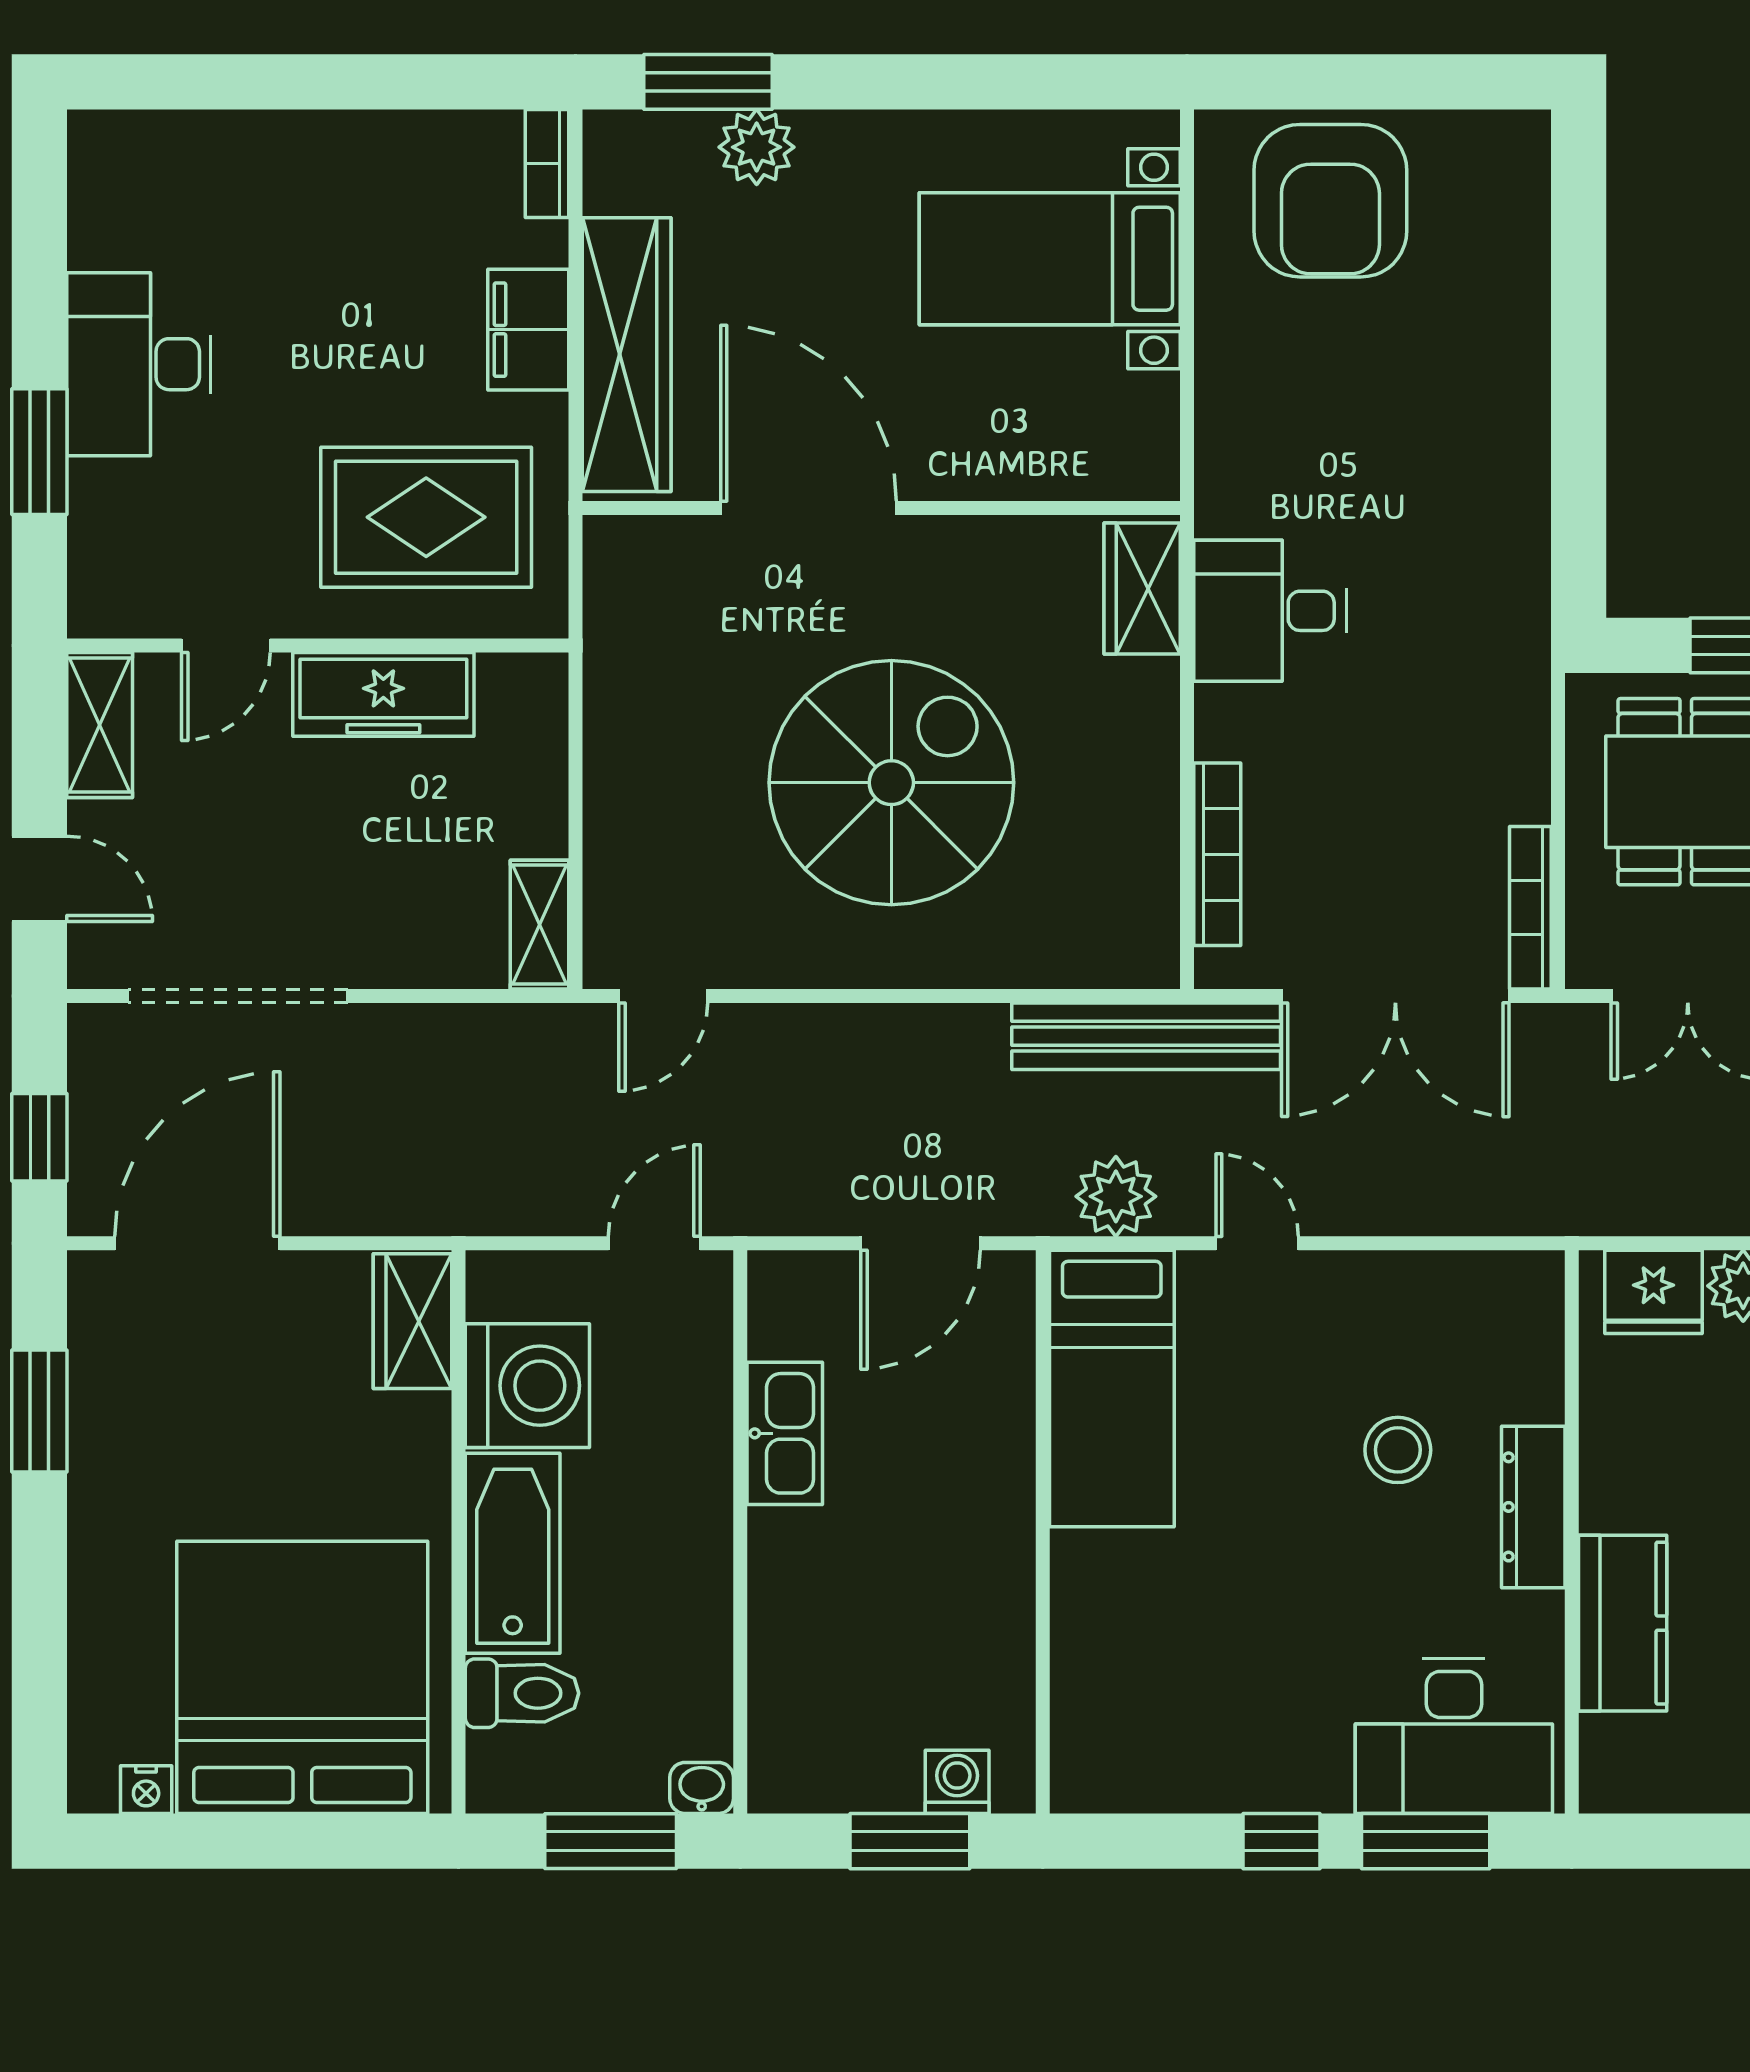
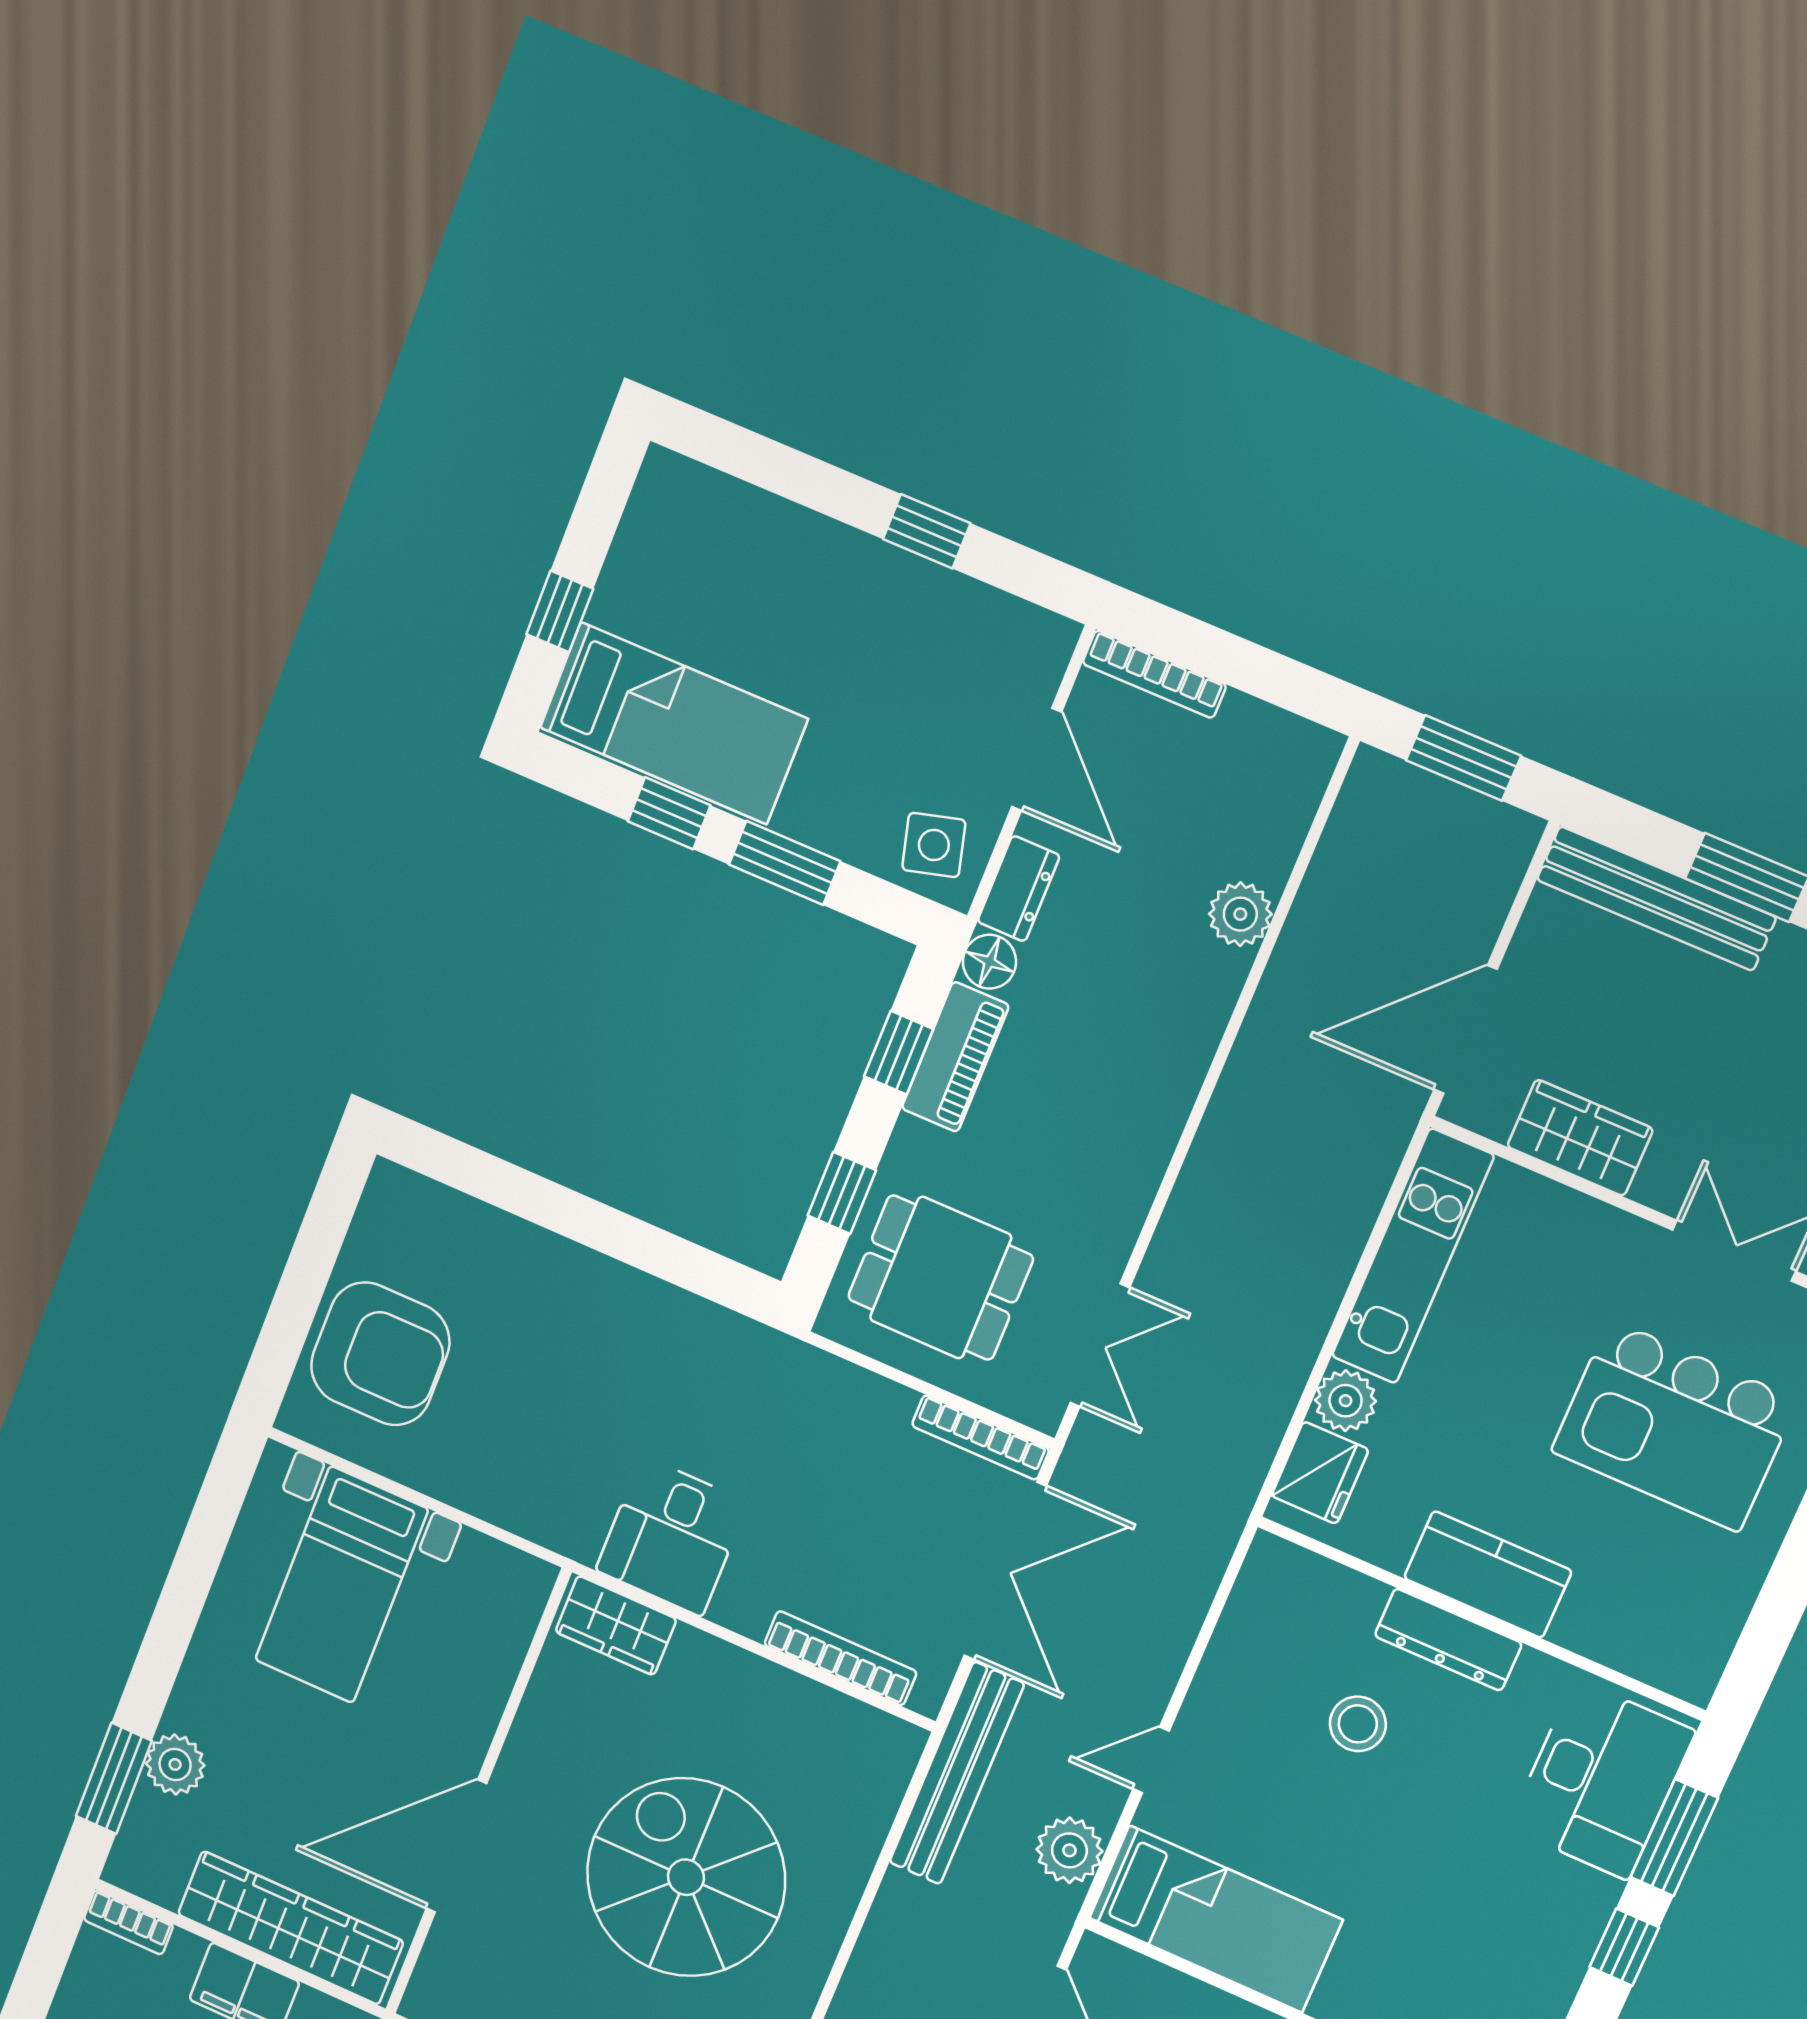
kitchen counter: (1623, 1623) -> (1488, 1574), moved

